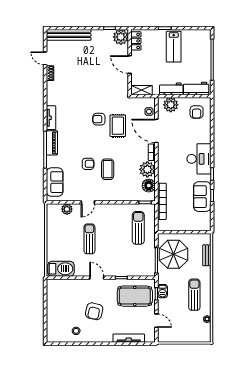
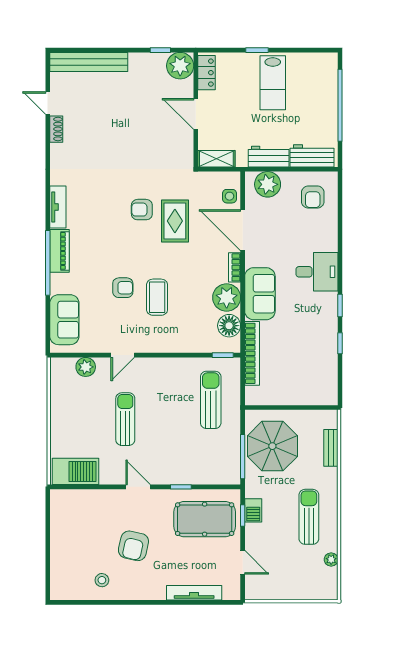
desk: (199, 159) -> (317, 272), width x0.73
sofa: (202, 197) -> (260, 294), moved, turned 180

